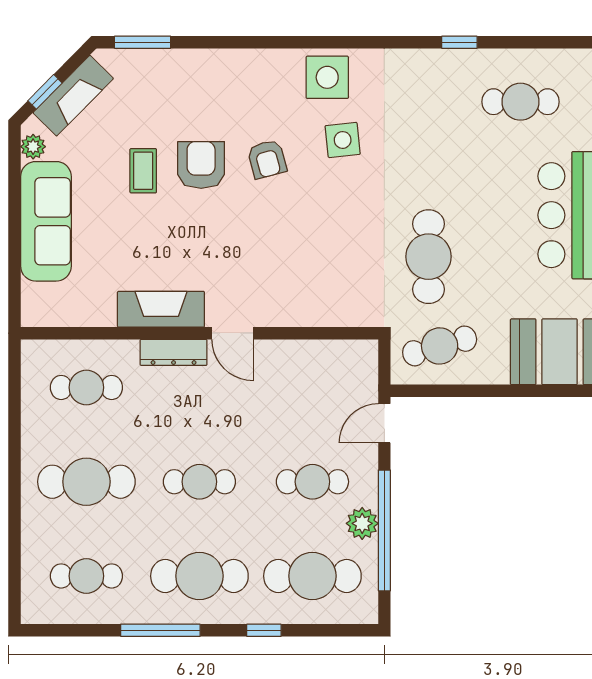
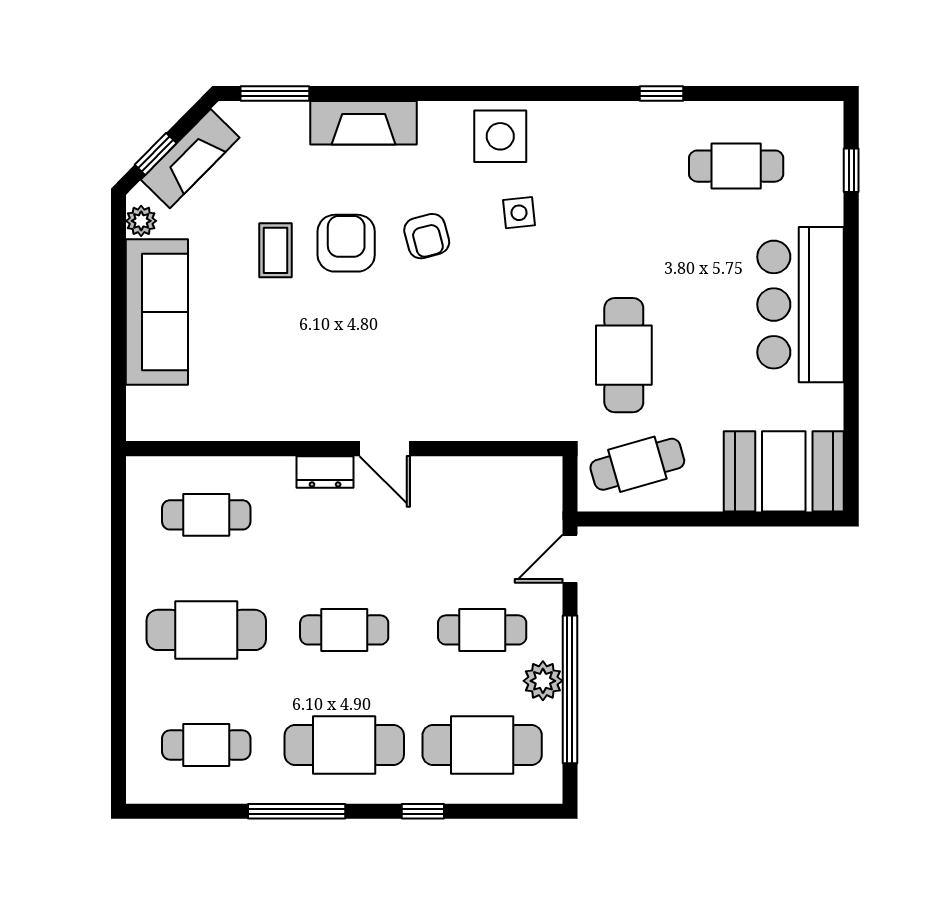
side table: (343, 140) -> (519, 213), width x0.73, depth x0.73
fireplace: (161, 309) -> (364, 123), moved, turned 180
dresser: (174, 352) -> (325, 472), width x0.70

